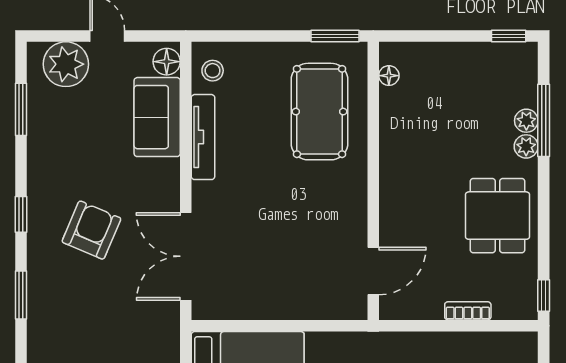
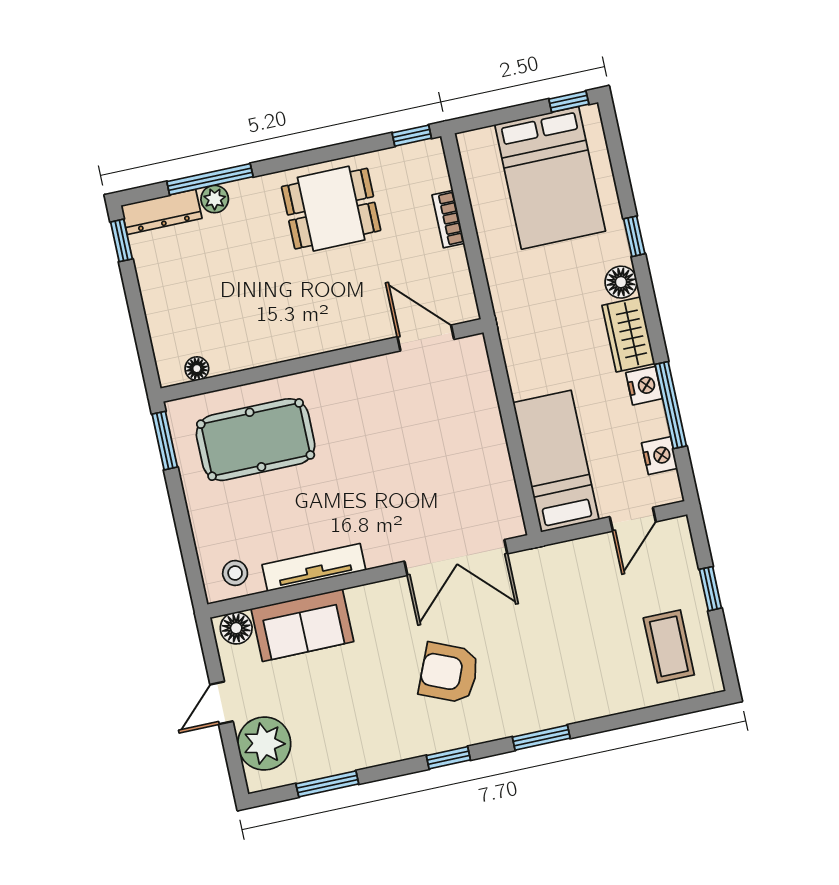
dresser: (525, 74) -> (161, 212), added
plant: (526, 146) -> (244, 193), removed

